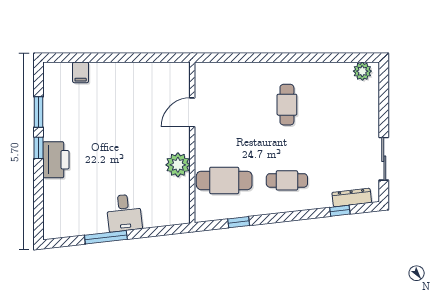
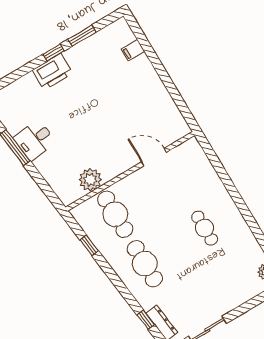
cafe table: (287, 105) -> (205, 228), turned 90
plant: (178, 165) -> (90, 180), moved
cafe table: (287, 180) -> (145, 264), width x1.37, depth x1.35
desk: (124, 213) -> (35, 140), moved

